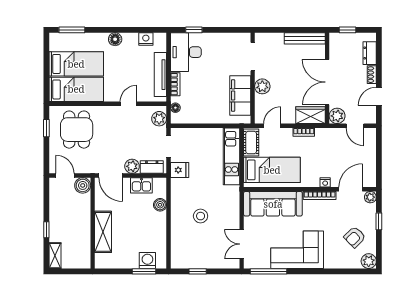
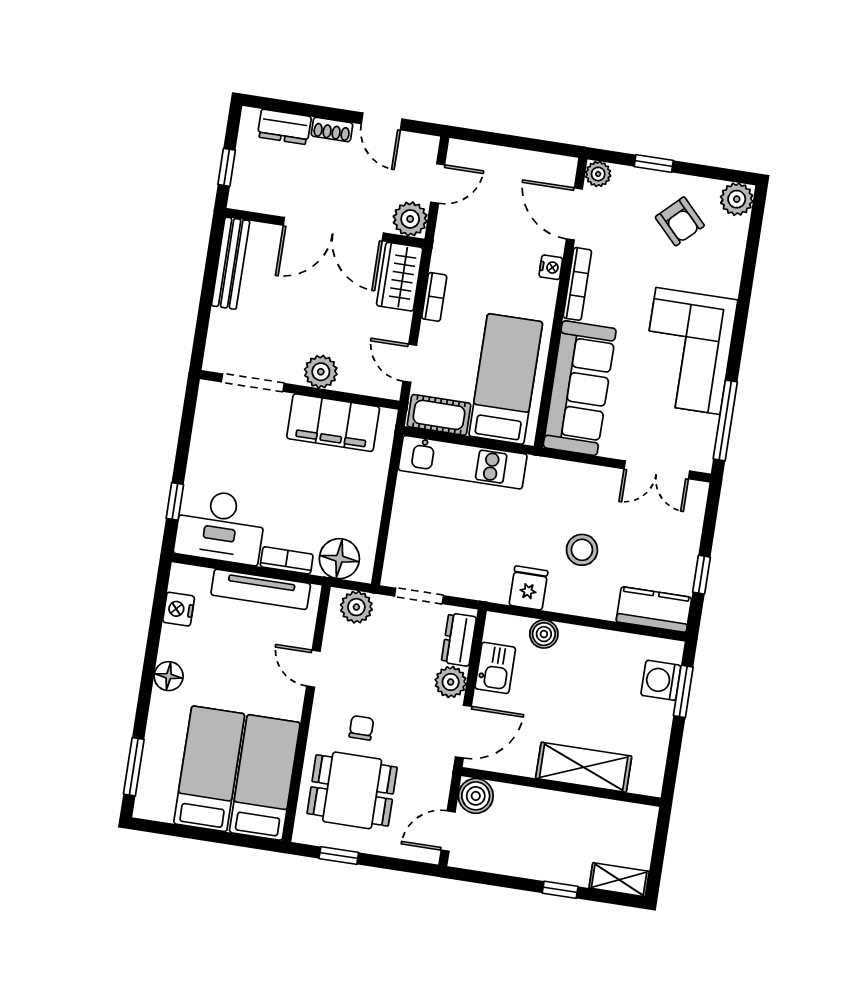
floor lamp: (175, 108) -> (339, 559), width x1.89, depth x1.89
chair: (105, 129) -> (361, 728), added
fridge: (180, 170) -> (528, 588), moved
kitchen counter: (179, 252) -> (654, 610), added

